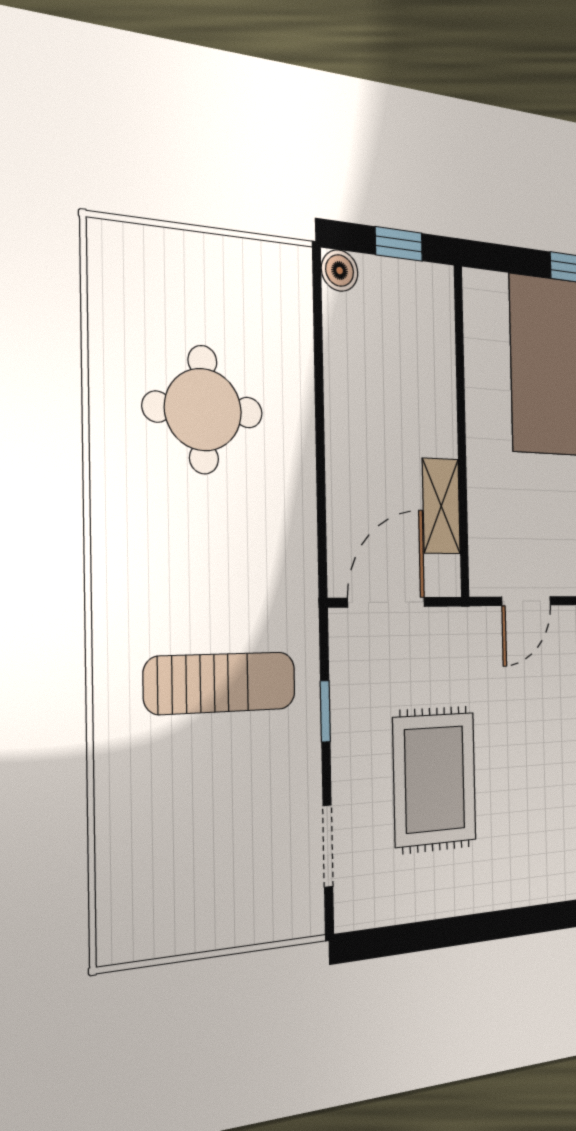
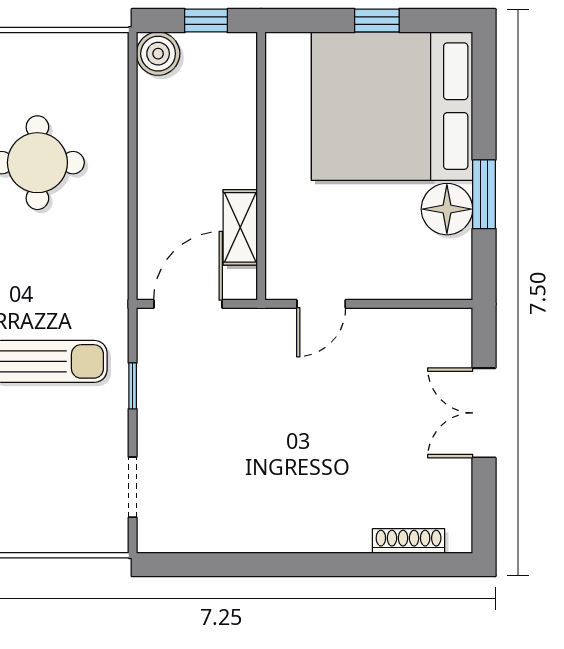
boiler: (340, 271) -> (158, 54), width x1.36, depth x1.36
rug: (435, 779) -> (229, 444), removed

